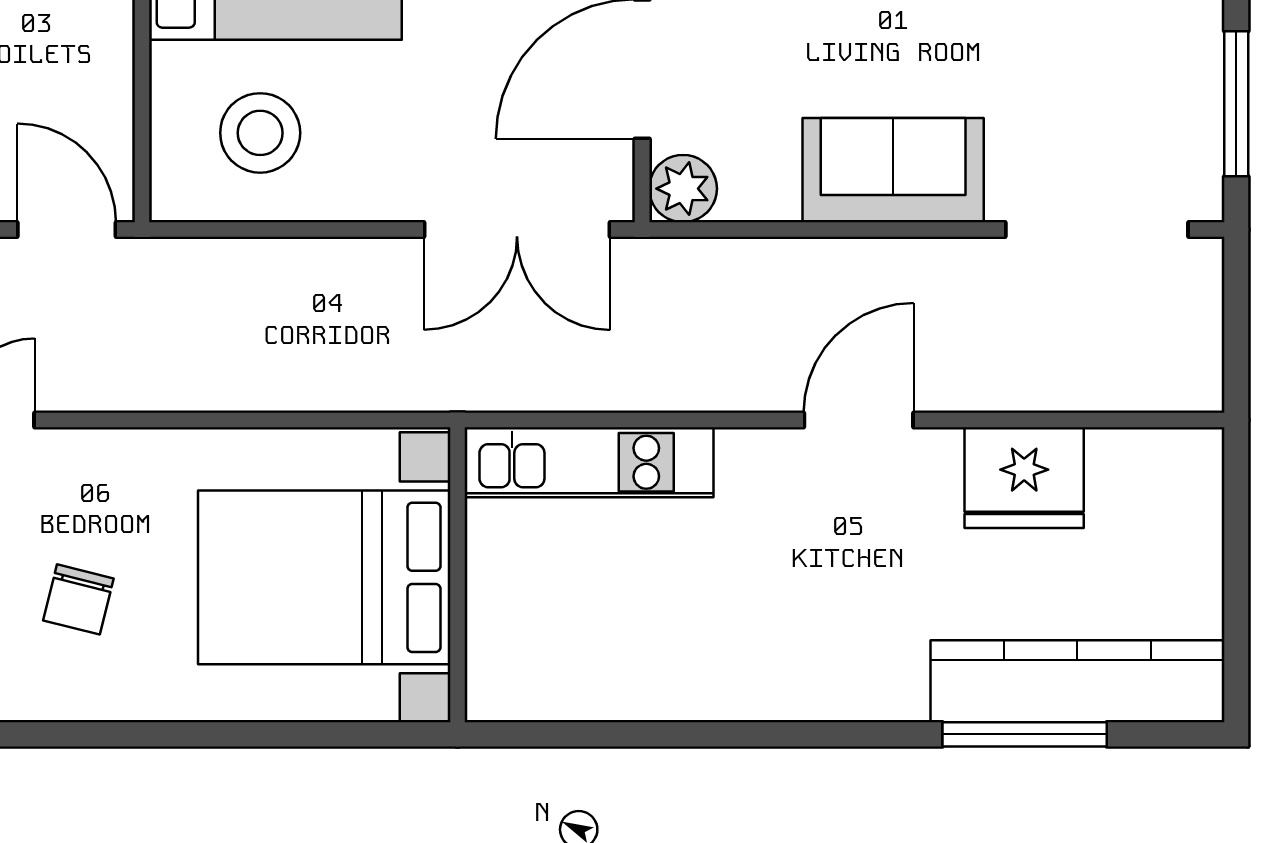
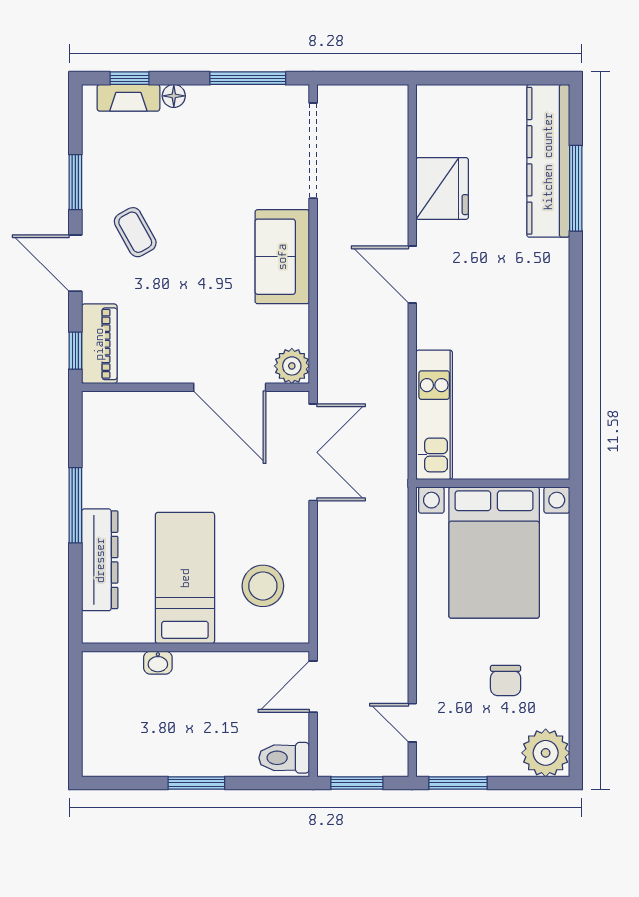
chair: (78, 599) -> (506, 680), turned 76

